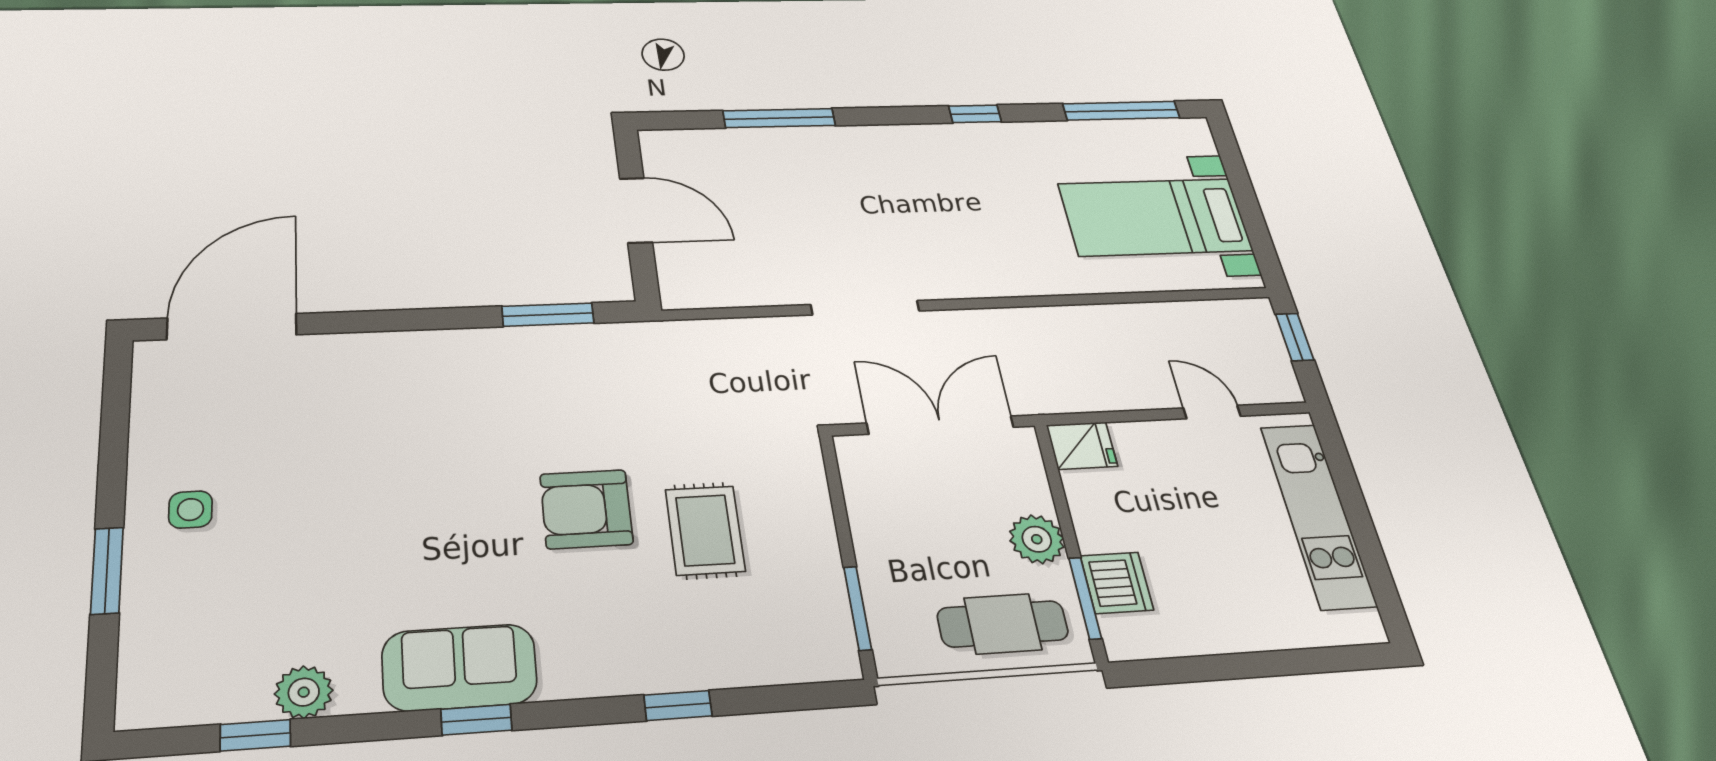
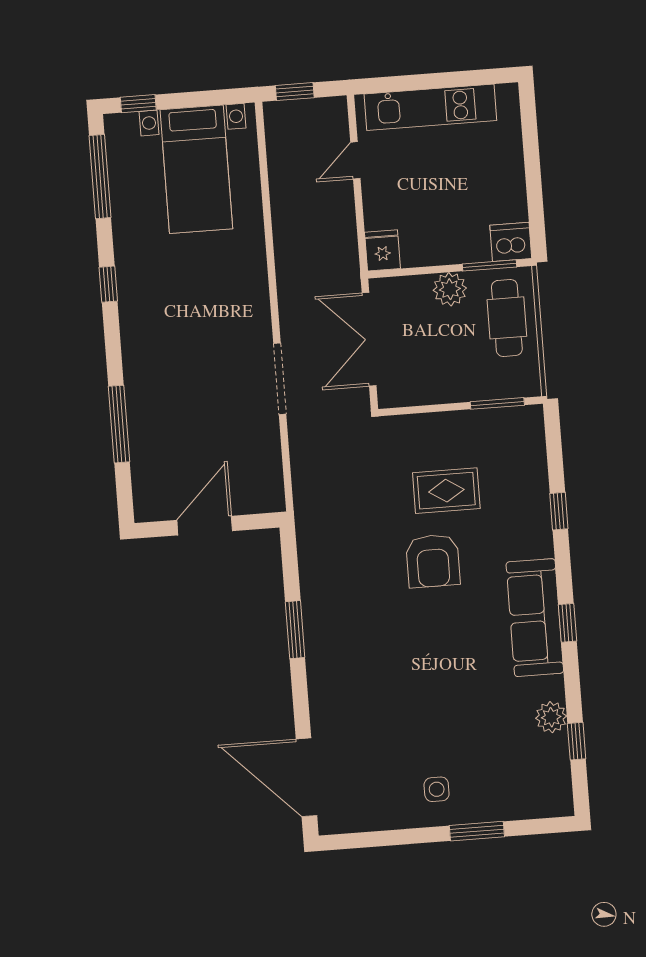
window: (1230, 155) -> (138, 104), added
window: (548, 315) -> (295, 630), moved
dishwasher: (1117, 583) -> (511, 242), moved
sofa: (459, 667) -> (535, 618), width x1.36

